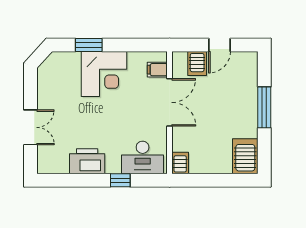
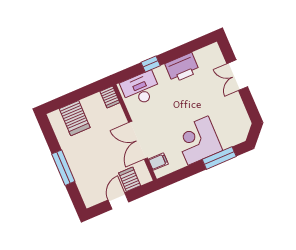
window: (89, 45) -> (219, 158), width x1.44
server rack: (245, 156) -> (75, 118), moved

